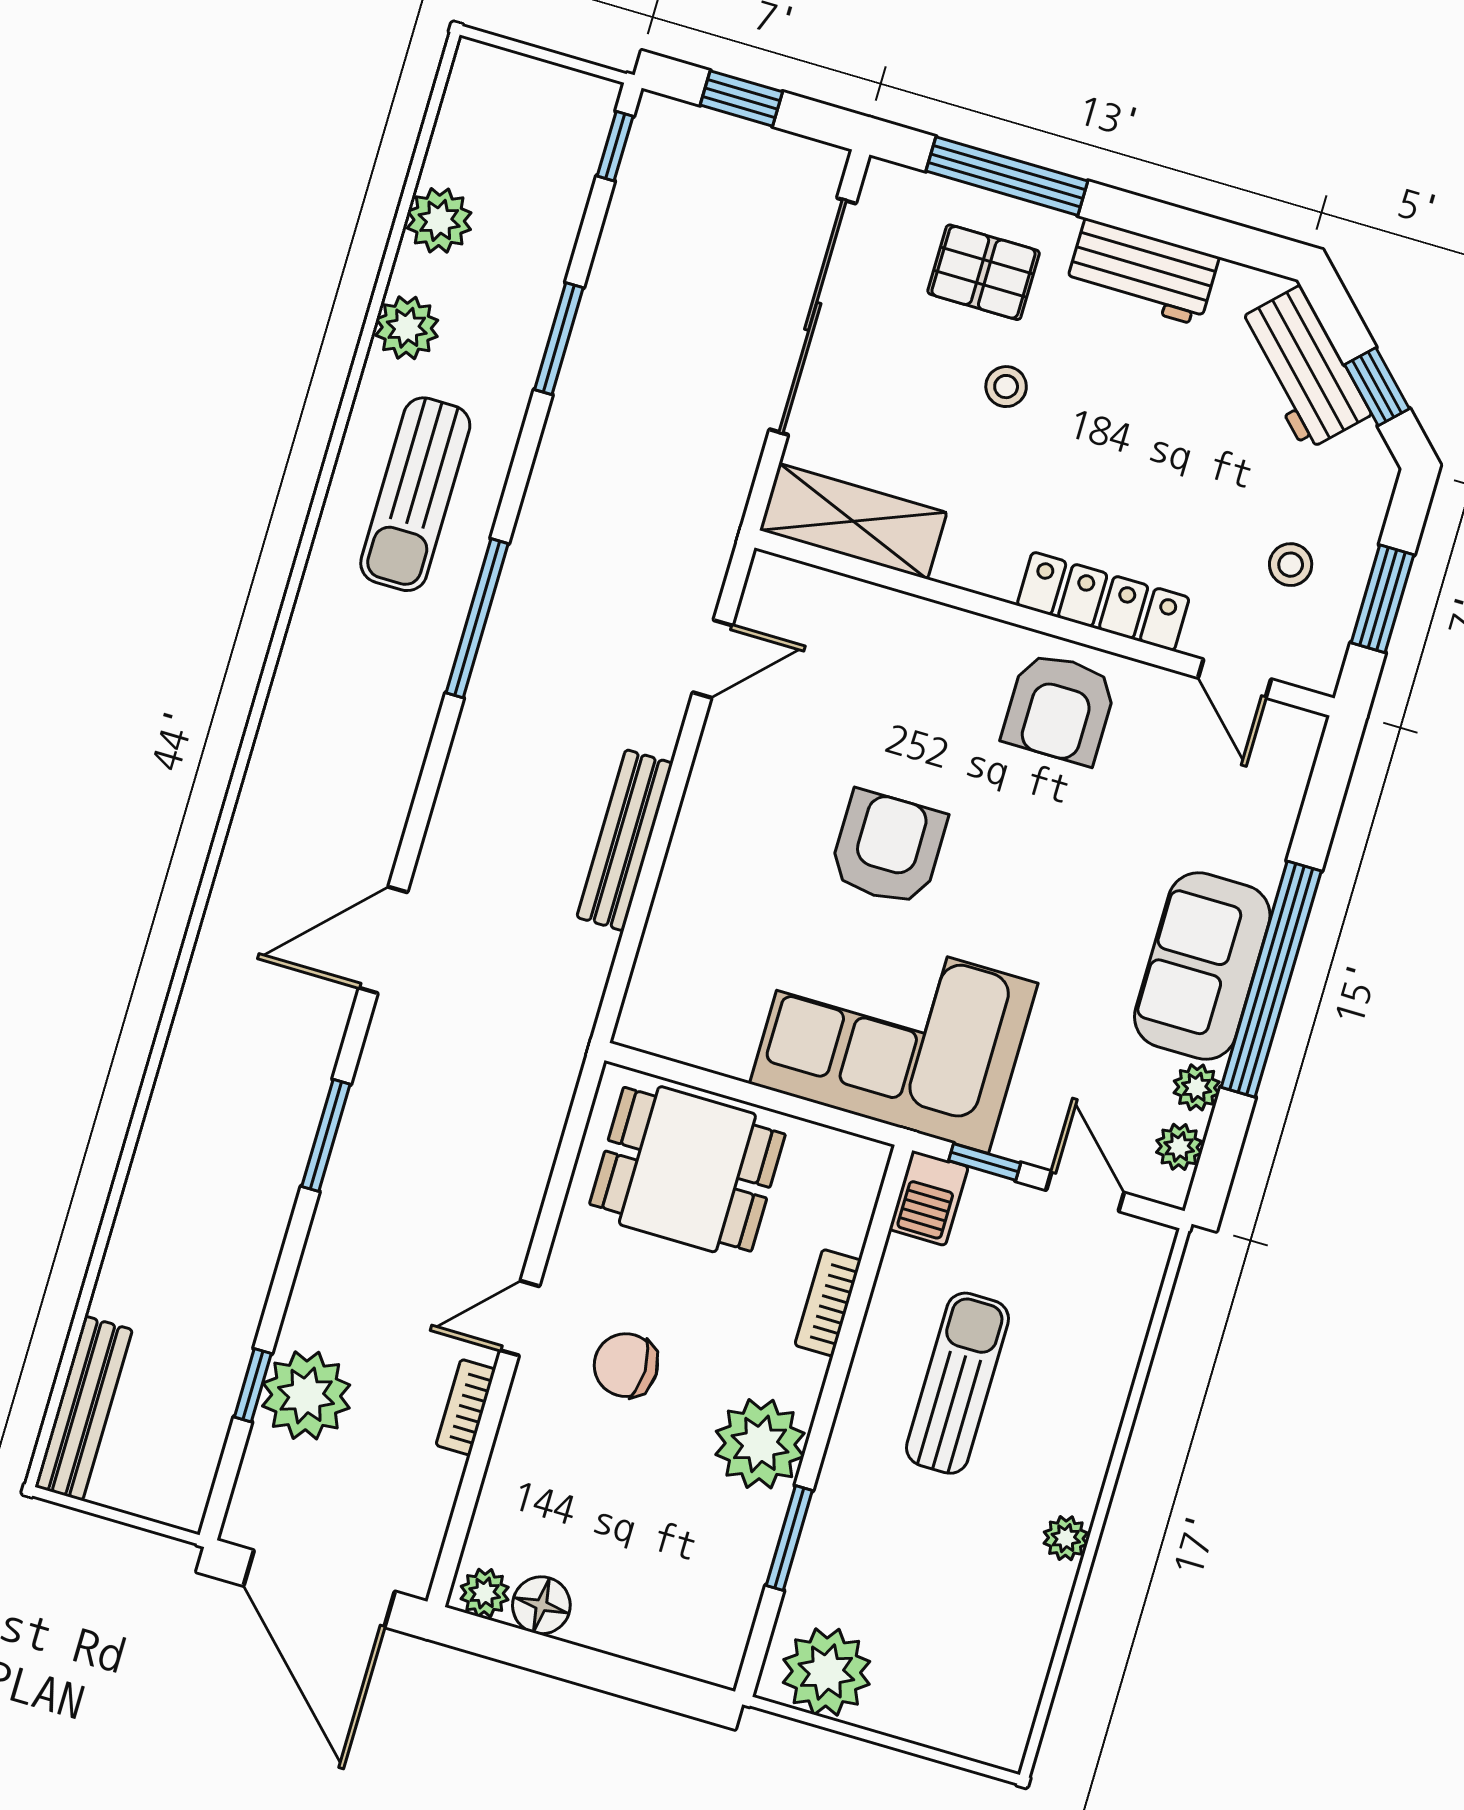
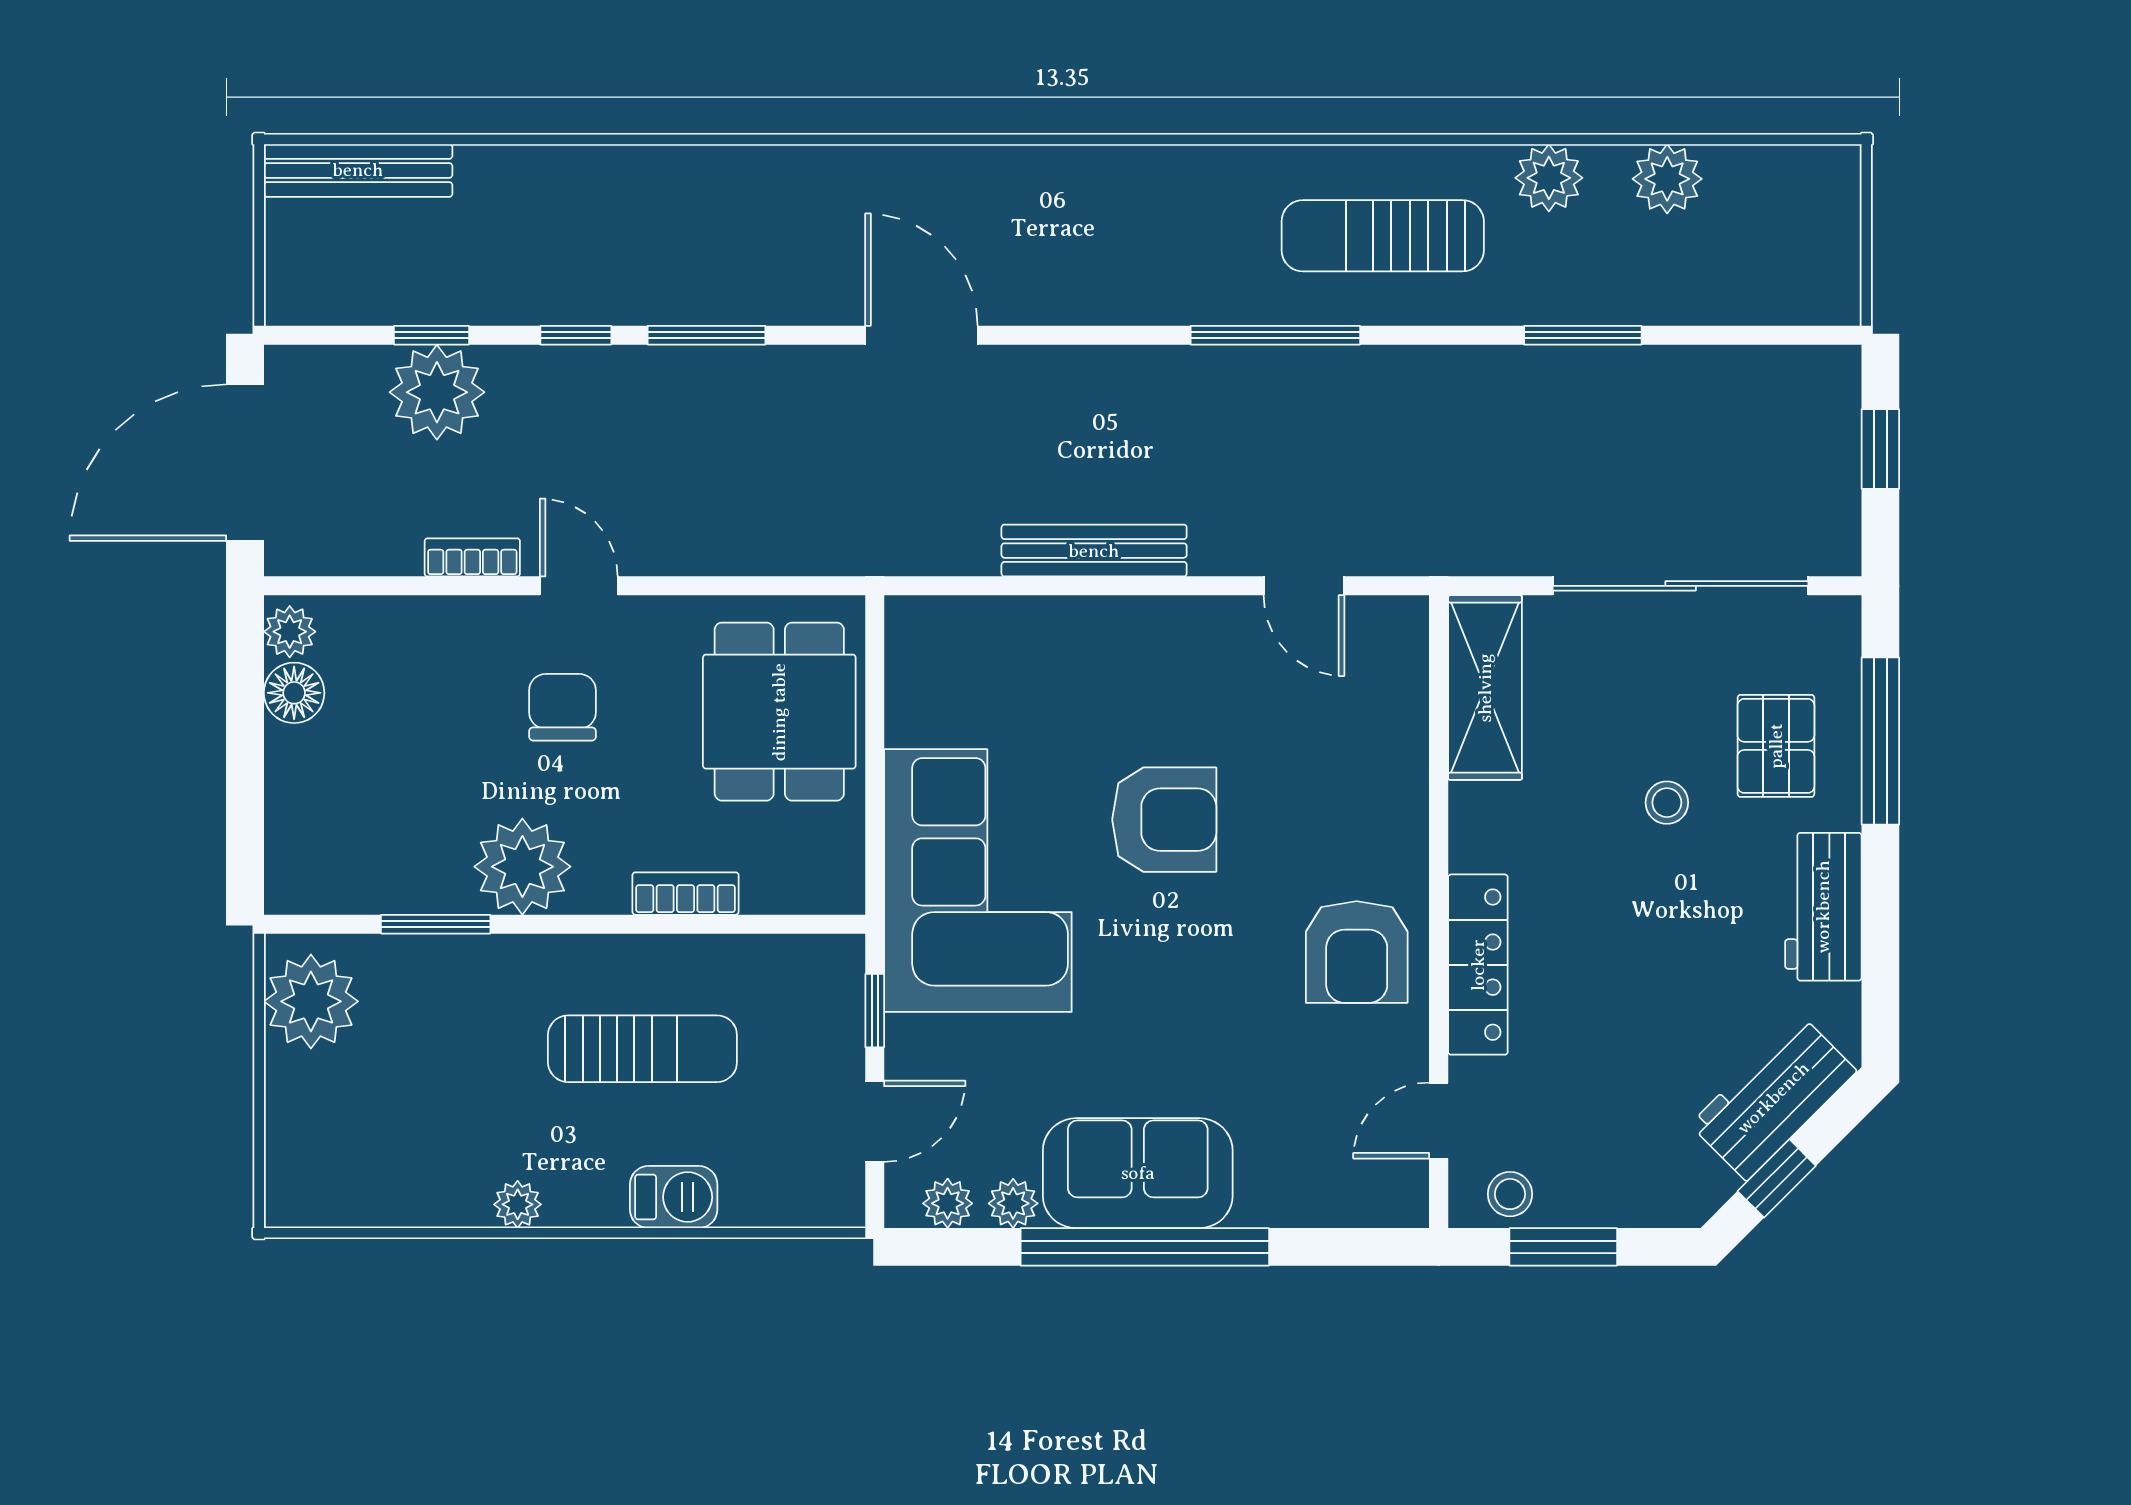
window: (615, 146) -> (576, 335), moved
stool: (1291, 565) -> (1510, 1194), moved
armchair: (1059, 708) -> (1357, 952), turned -90
barbecue: (929, 1198) -> (674, 1197), moved, turned 180

